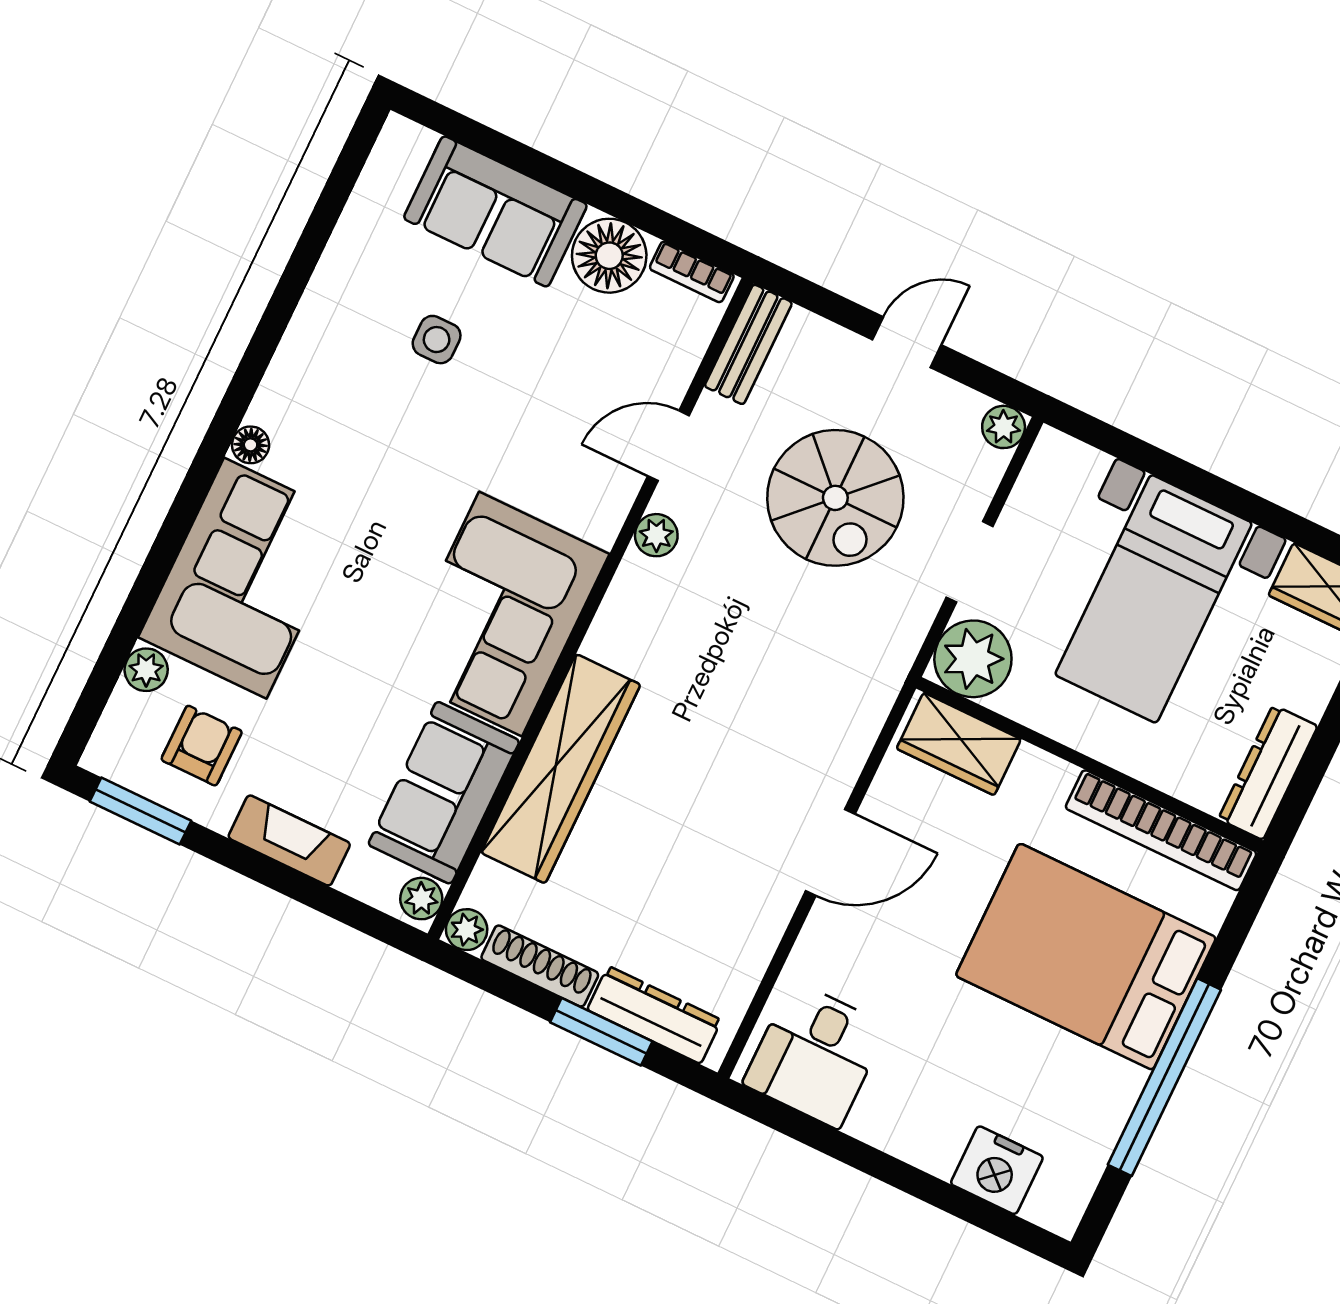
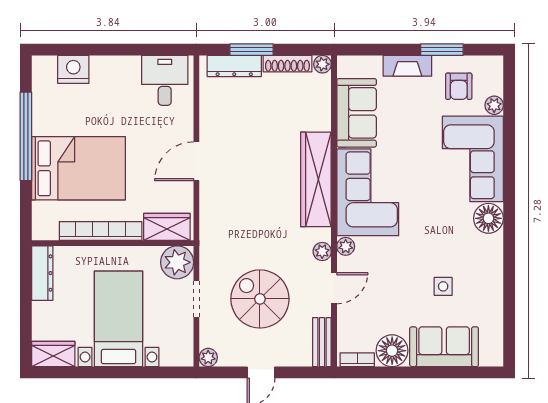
floor lamp: (251, 445) -> (488, 218), width x1.89, depth x1.89
wardrobe: (561, 769) -> (316, 179), moved
window: (141, 811) -> (442, 50), moved
bookcase: (1161, 830) -> (101, 231), moved
plant: (421, 899) -> (346, 246), moved

